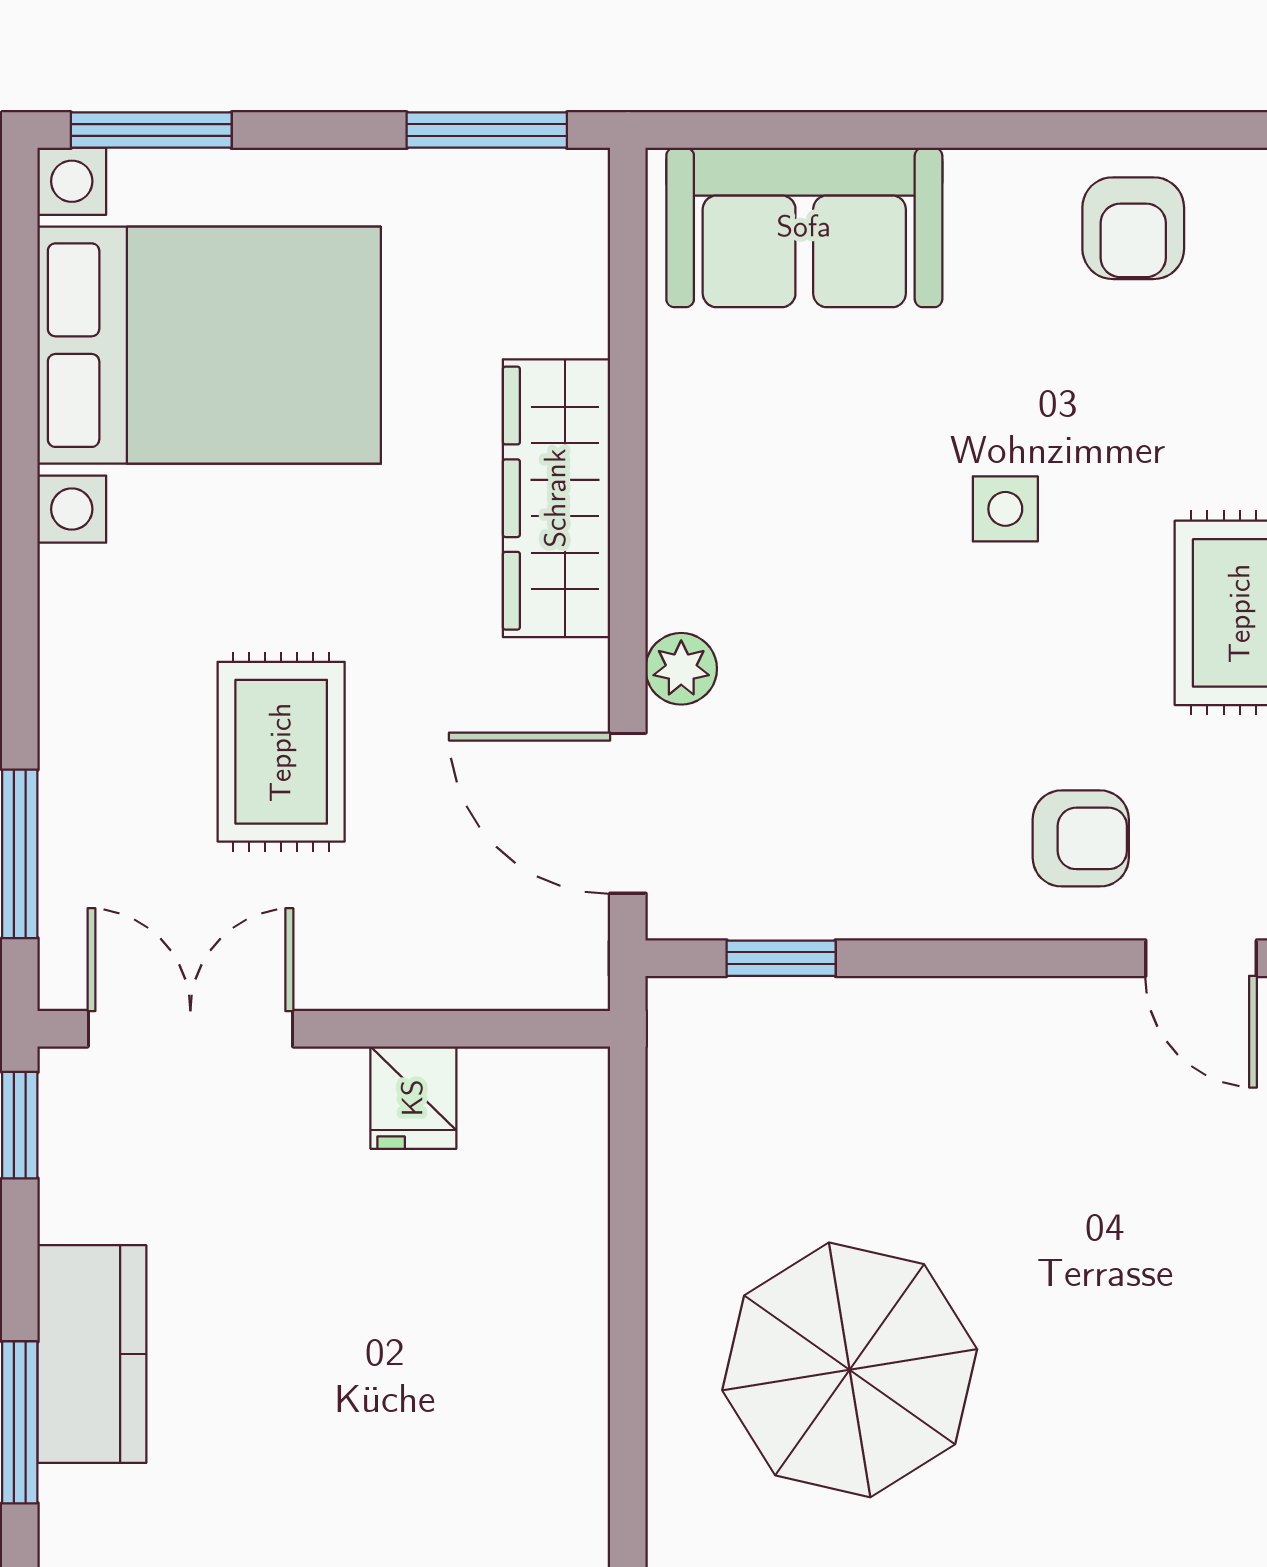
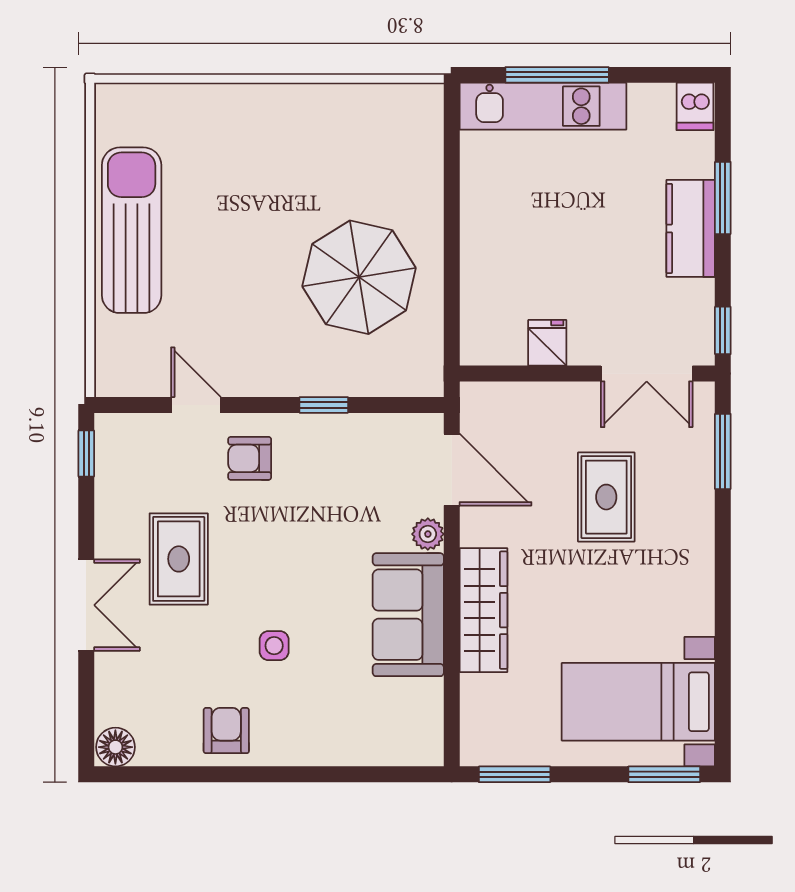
sofa: (804, 227) -> (408, 615), moved, turned -90
bed with nightstands: (209, 345) -> (638, 702), width x0.73
side table: (1005, 509) -> (274, 646), moved
window: (781, 958) -> (324, 405), moved
parasol: (850, 1370) -> (359, 277), moved

